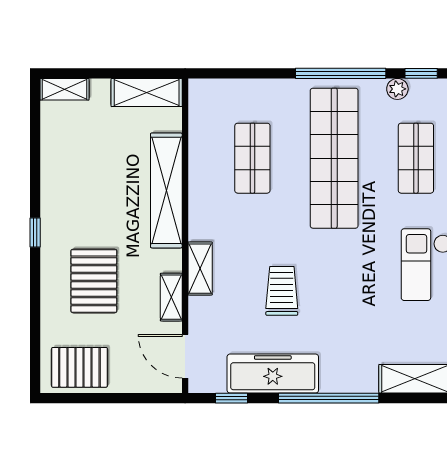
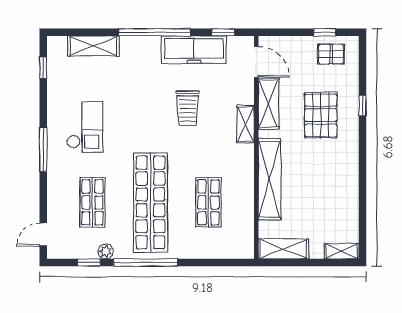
window: (35, 232) -> (362, 106), moved
shelving: (171, 297) -> (269, 104), width x1.50, depth x1.33
pallet: (79, 367) -> (331, 54), width x0.67, depth x0.71
window: (88, 398) -> (325, 32), added

